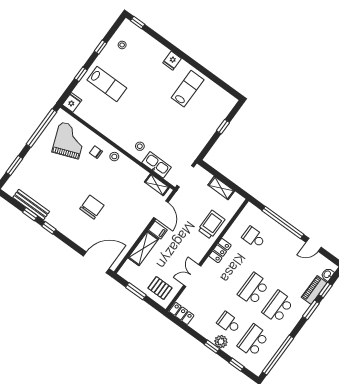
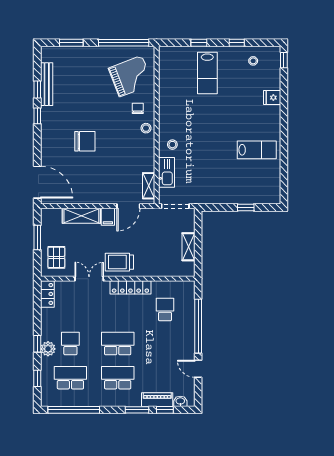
fridge: (172, 61) -> (272, 98), moved
fridge: (72, 102) -> (167, 53), removed
trolley: (211, 225) -> (119, 262), moved, turned 180
locker: (220, 251) -> (130, 287), width x1.53

